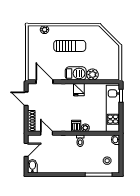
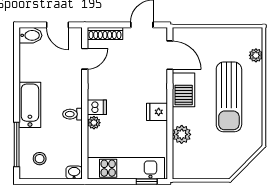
sun lounger: (70, 46) -> (229, 97), width x1.36, depth x1.34
barbecue: (76, 73) -> (184, 90), moved
door: (44, 82) -> (170, 55), hinge flipped
bathtub: (75, 167) -> (30, 105), added

